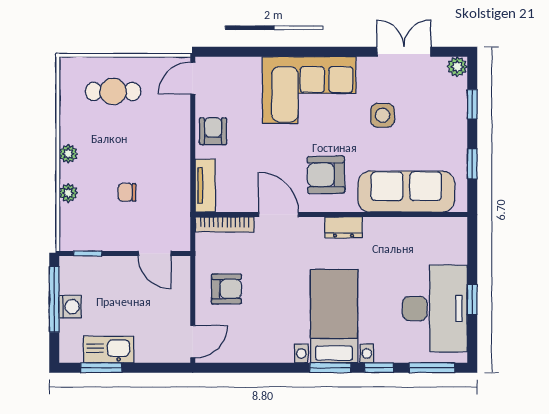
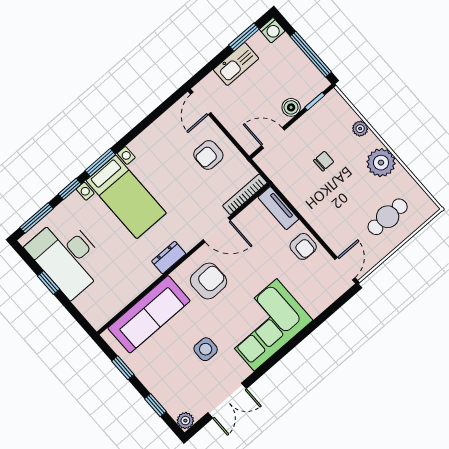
plant: (68, 154) -> (381, 163), width x1.88, depth x1.88
boiler: (114, 267) -> (291, 107), added
washing machine: (70, 307) -> (272, 30), moved, turned -90
kitchen sink: (109, 350) -> (236, 64), moved

